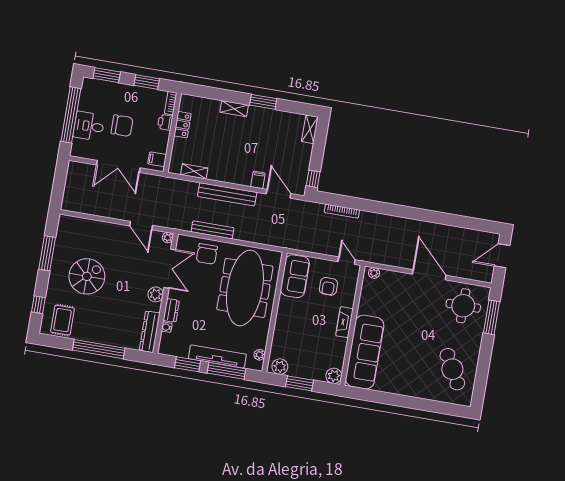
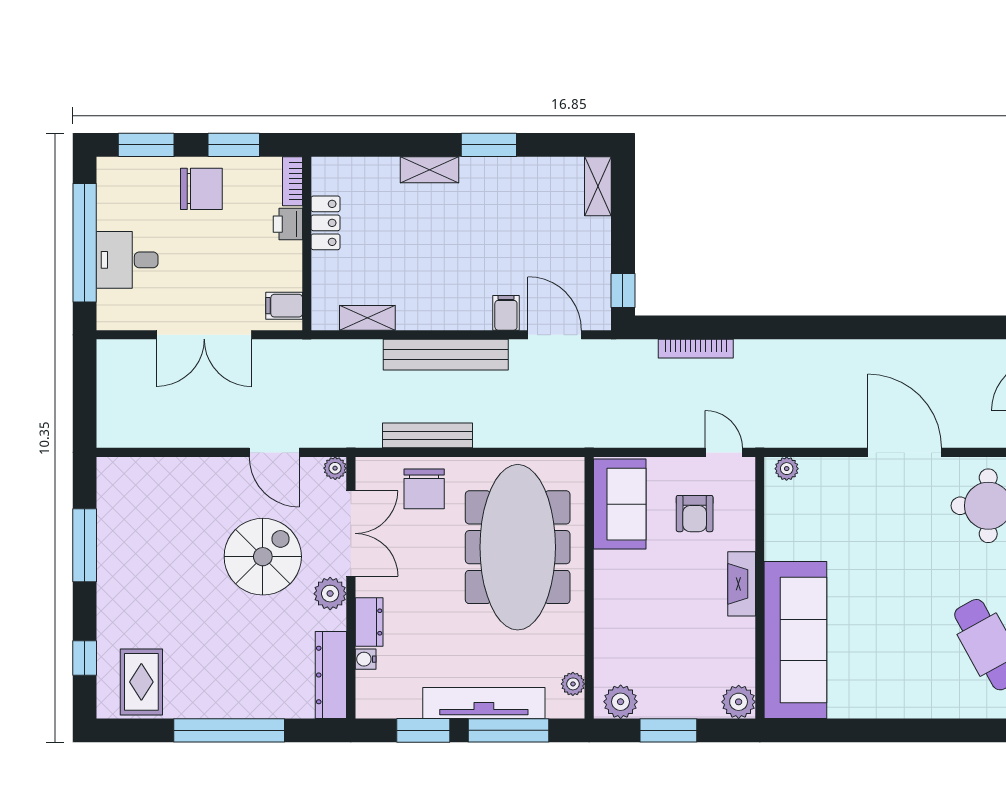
chair: (122, 126) -> (201, 189), moved
spiral stairs: (87, 276) -> (263, 557), moved

